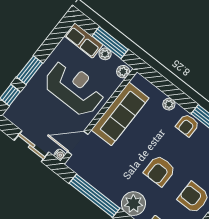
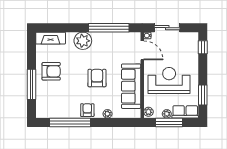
window: (30, 70) -> (203, 95), moved
reception desk: (74, 88) -> (169, 80), turned 180
door: (78, 143) -> (142, 50), hinge flipped
armchair: (160, 171) -> (97, 78), moved

